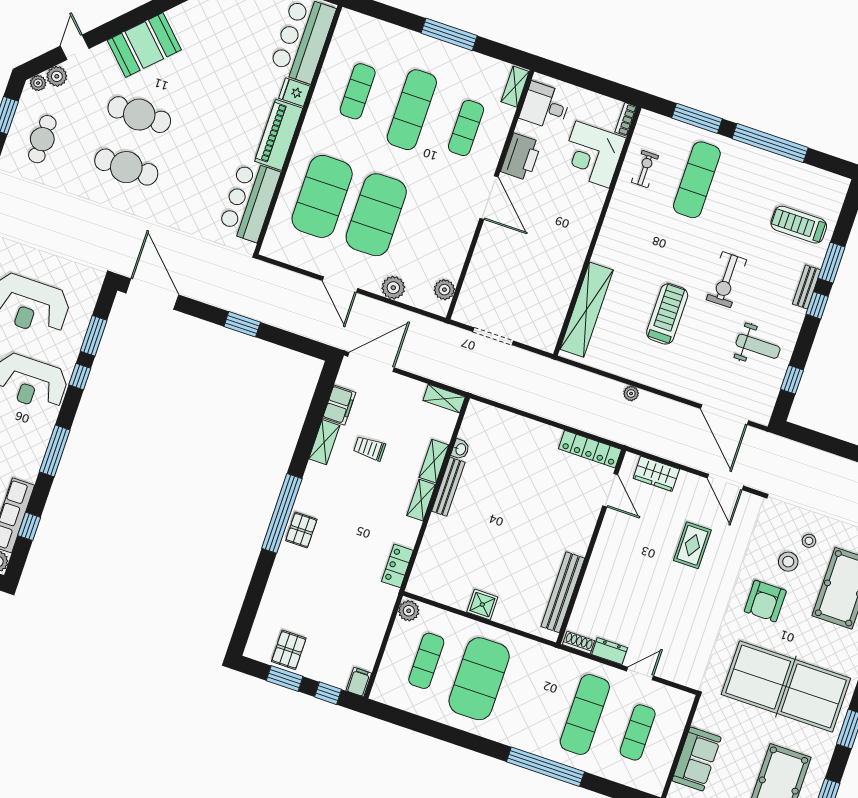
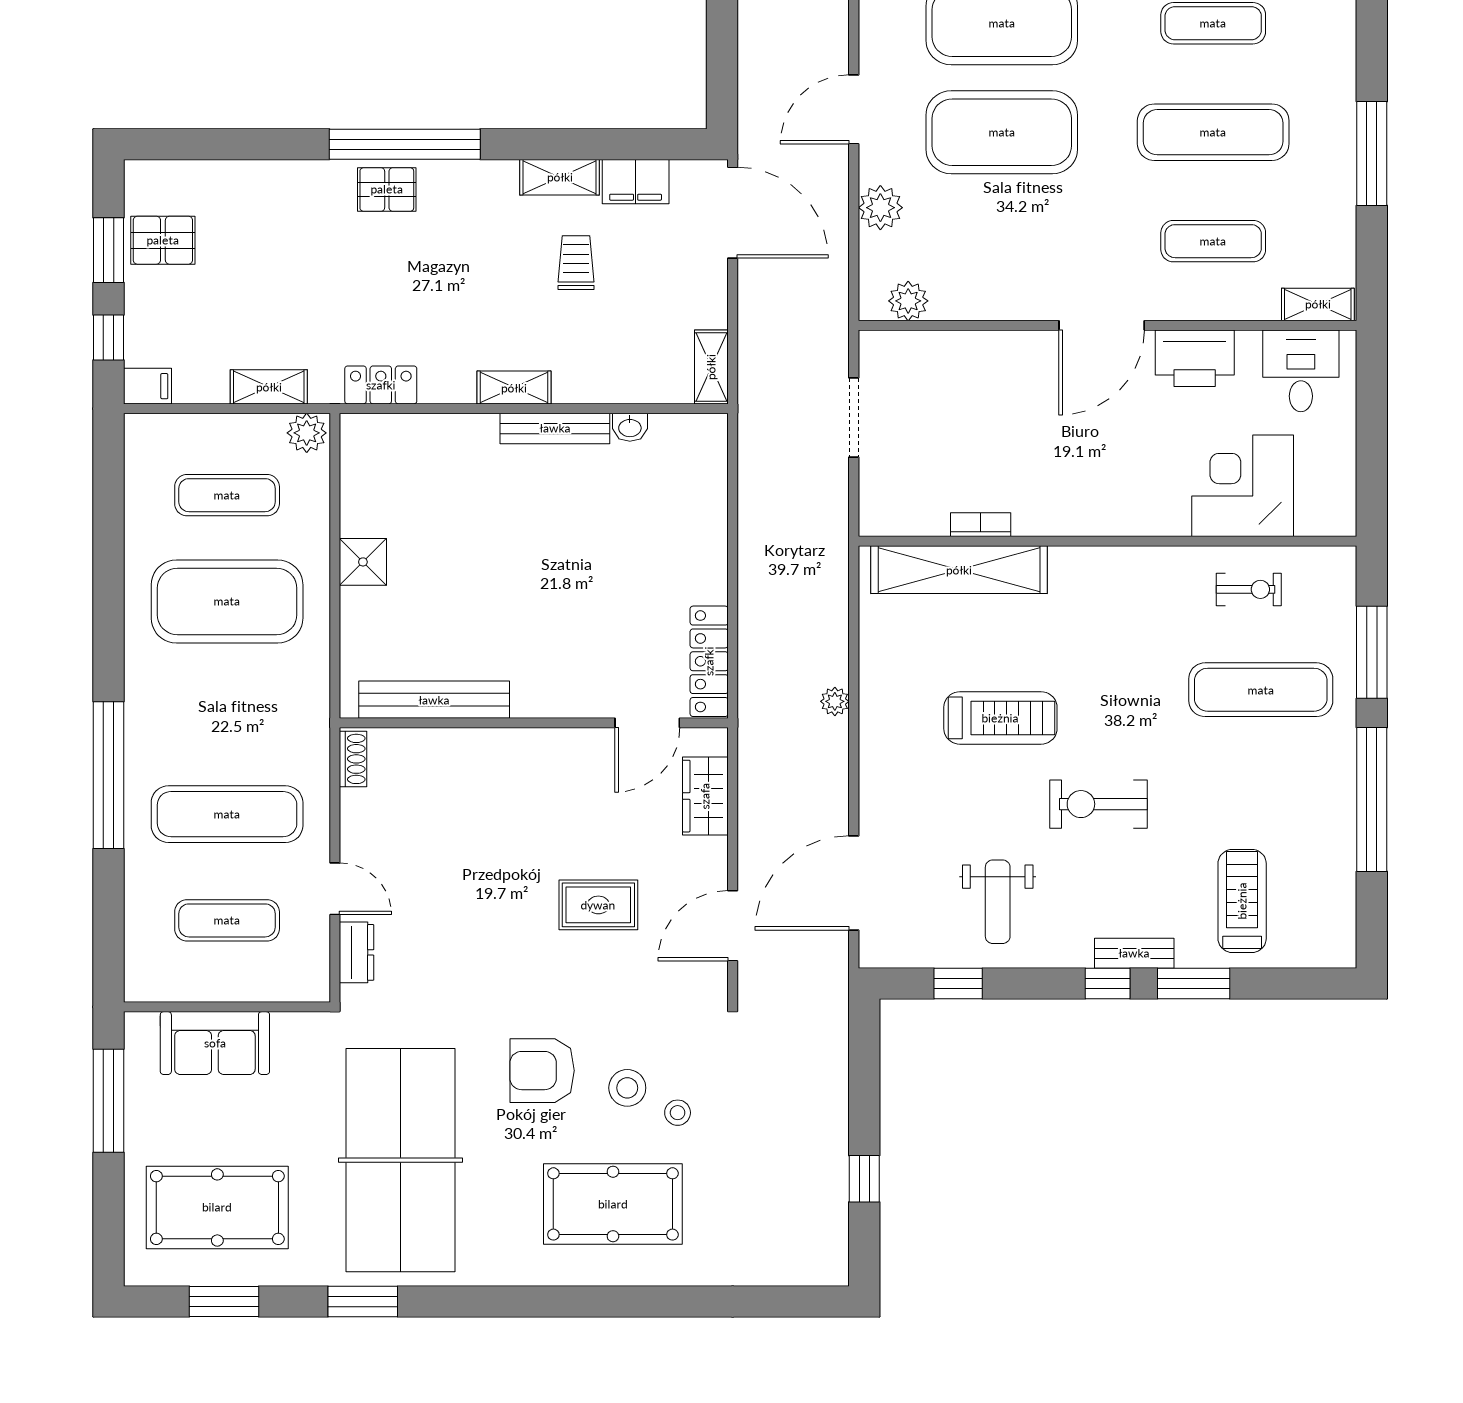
bookcase: (626, 119) -> (981, 525), moved
shelving: (434, 461) -> (269, 387), moved
dresser: (610, 651) -> (357, 952), moved

